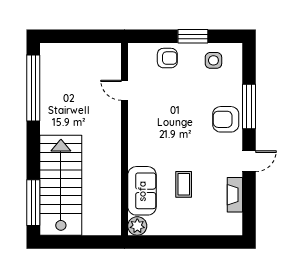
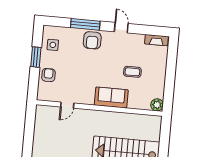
sofa: (142, 191) -> (111, 98), moved
fireplace: (235, 195) -> (156, 40), moved

